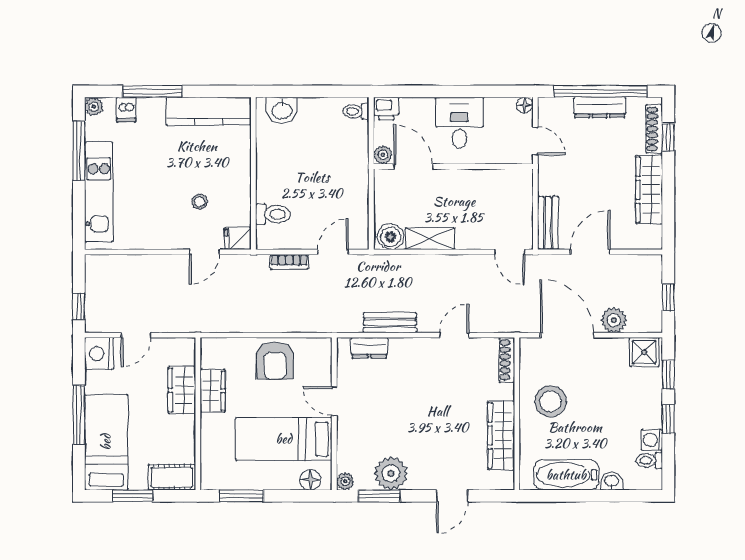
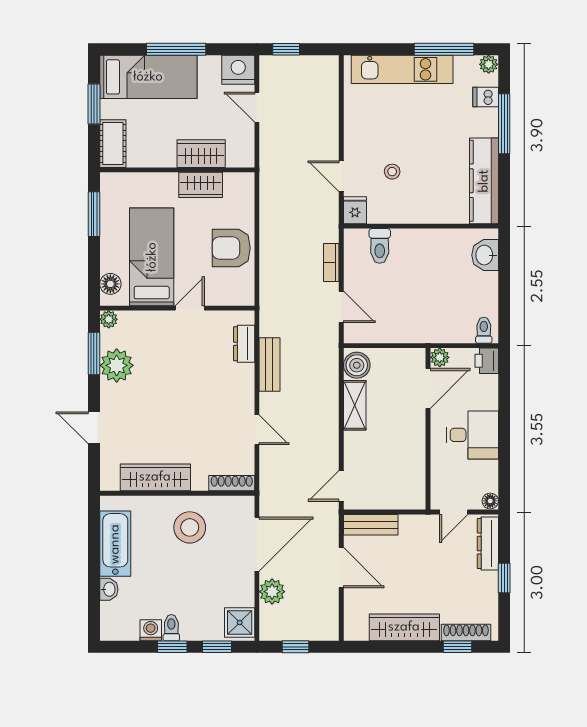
window: (600, 91) -> (504, 578), width x0.32
dresser: (600, 107) -> (488, 543), moved
toilet: (649, 460) -> (171, 628), moved

